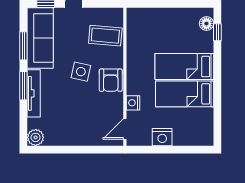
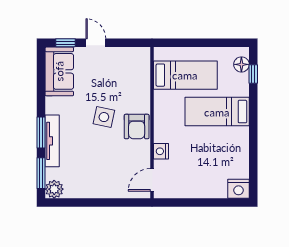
coffee table: (105, 36) -> (131, 78), removed
sofa: (40, 38) -> (59, 71), width x0.73
window: (23, 46) -> (41, 173), moved
bed: (185, 94) -> (185, 75), moved, turned 180
nightstand: (162, 137) -> (239, 189), moved

